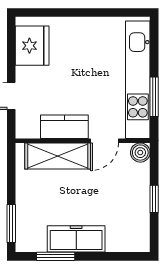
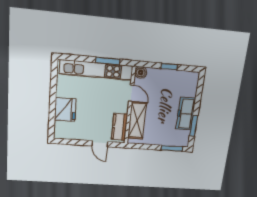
fridge: (32, 46) -> (65, 110), moved, turned 90
kitchen counter: (64, 127) -> (119, 127), moved

